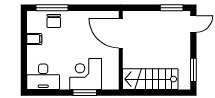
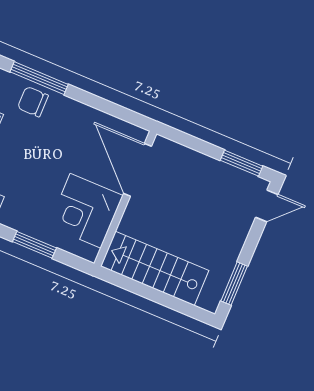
chair: (54, 21) -> (33, 102), turned 90
corner desk: (86, 74) -> (86, 211), moved, turned -90

